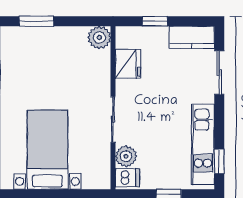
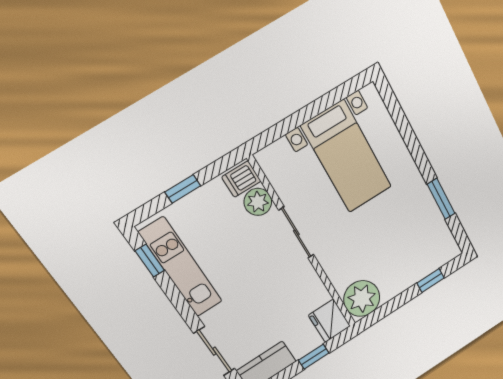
window: (36, 21) -> (431, 280), width x0.67
plant: (99, 37) -> (362, 299), width x1.36, depth x1.36
fridge: (128, 64) -> (329, 321), moved

